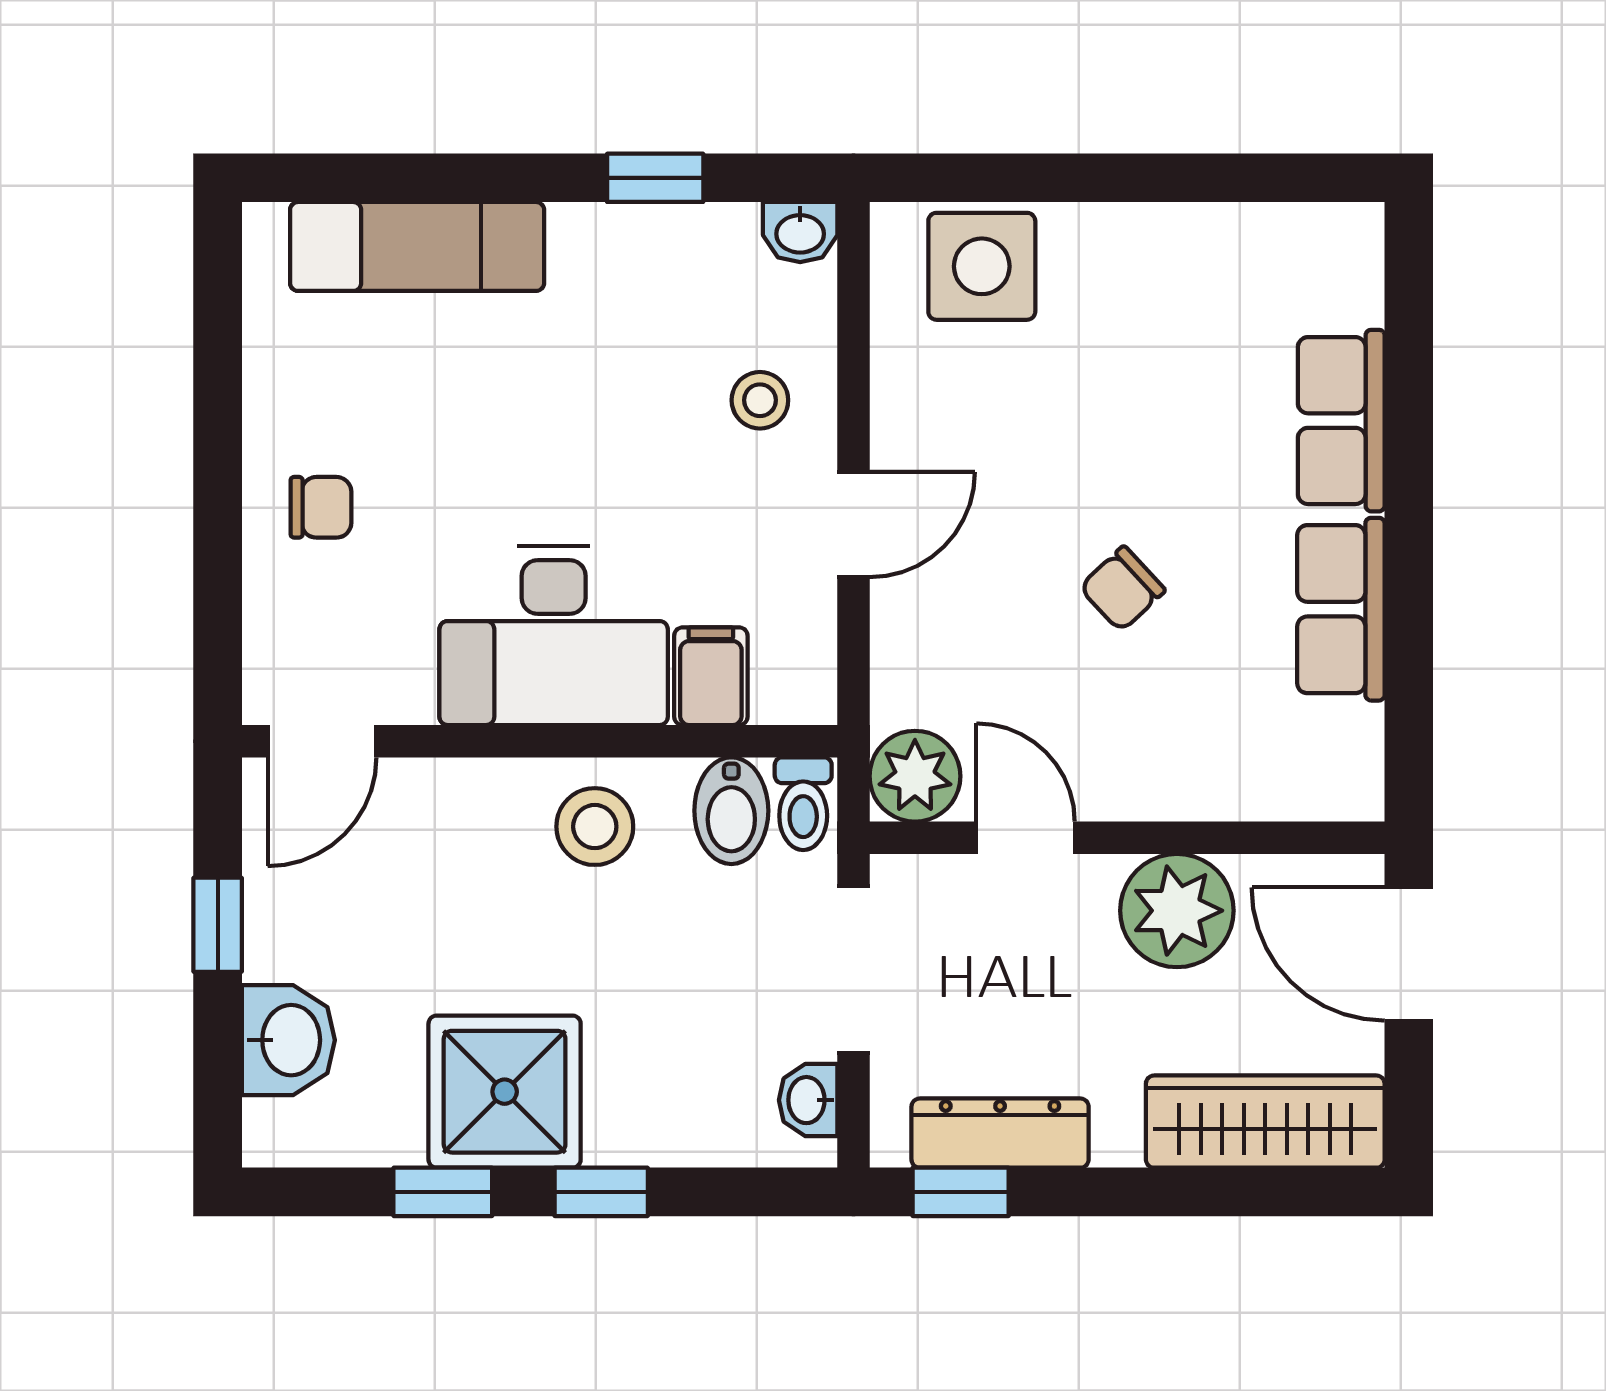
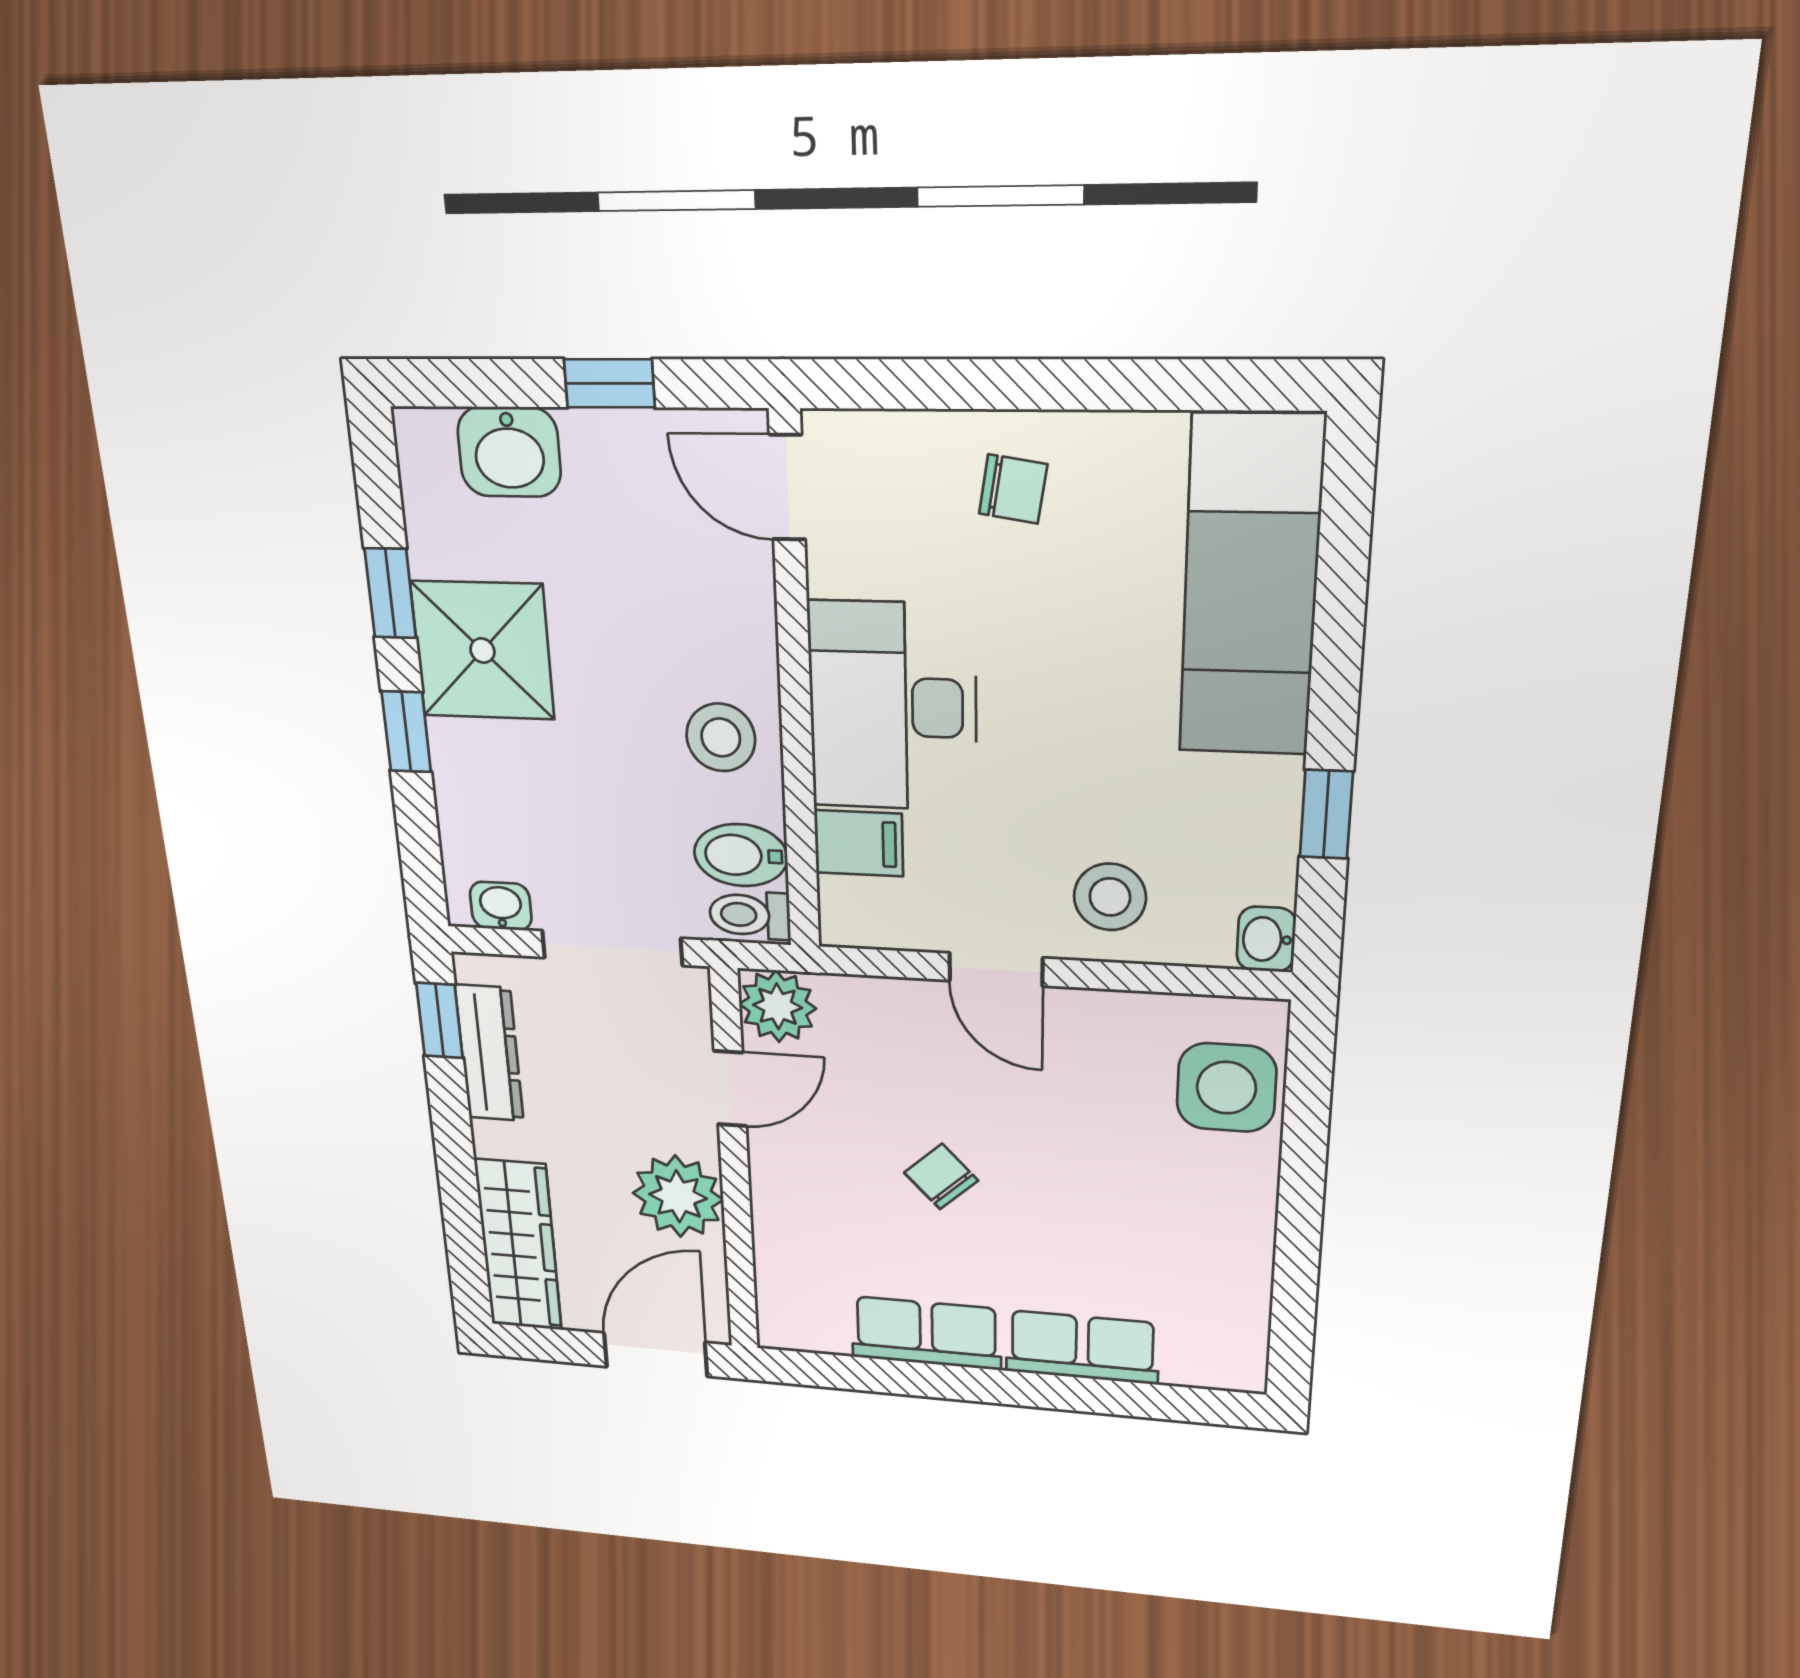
exam couch: (417, 246) -> (1251, 588), width x1.36, depth x1.45
stool: (760, 400) -> (1110, 897), width x1.37, depth x1.37
chair: (321, 507) -> (1013, 489), turned -81

